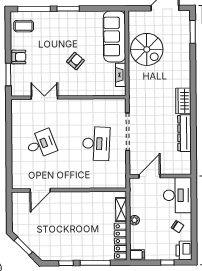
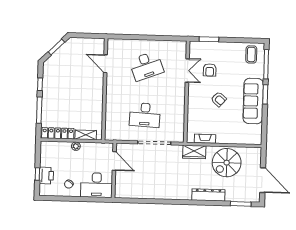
sofa: (114, 36) -> (253, 101), moved, turned -90
armchair: (19, 57) -> (210, 70), moved
wardrobe: (183, 101) -> (194, 152), moved, turned 180
dresser: (184, 133) -> (208, 195), moved
desk: (41, 144) -> (146, 66), width x1.37
printer: (184, 250) -> (46, 176), moved, turned 90
filing cabinet: (137, 255) -> (45, 147), removed

